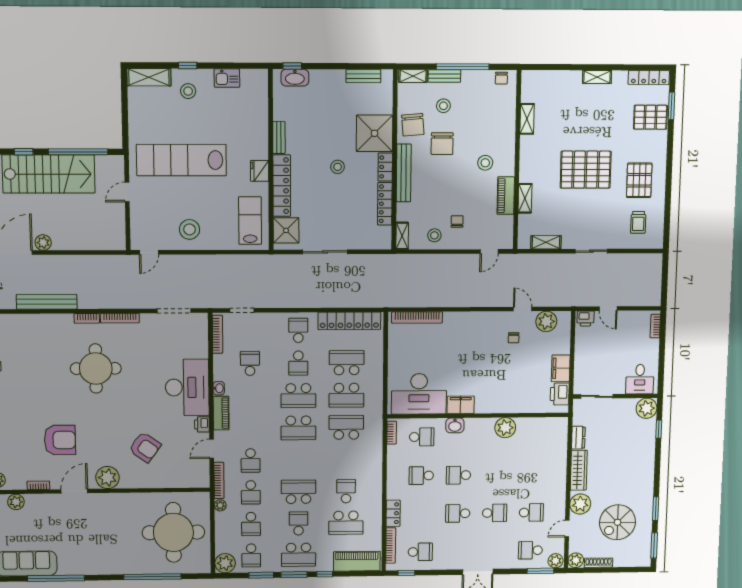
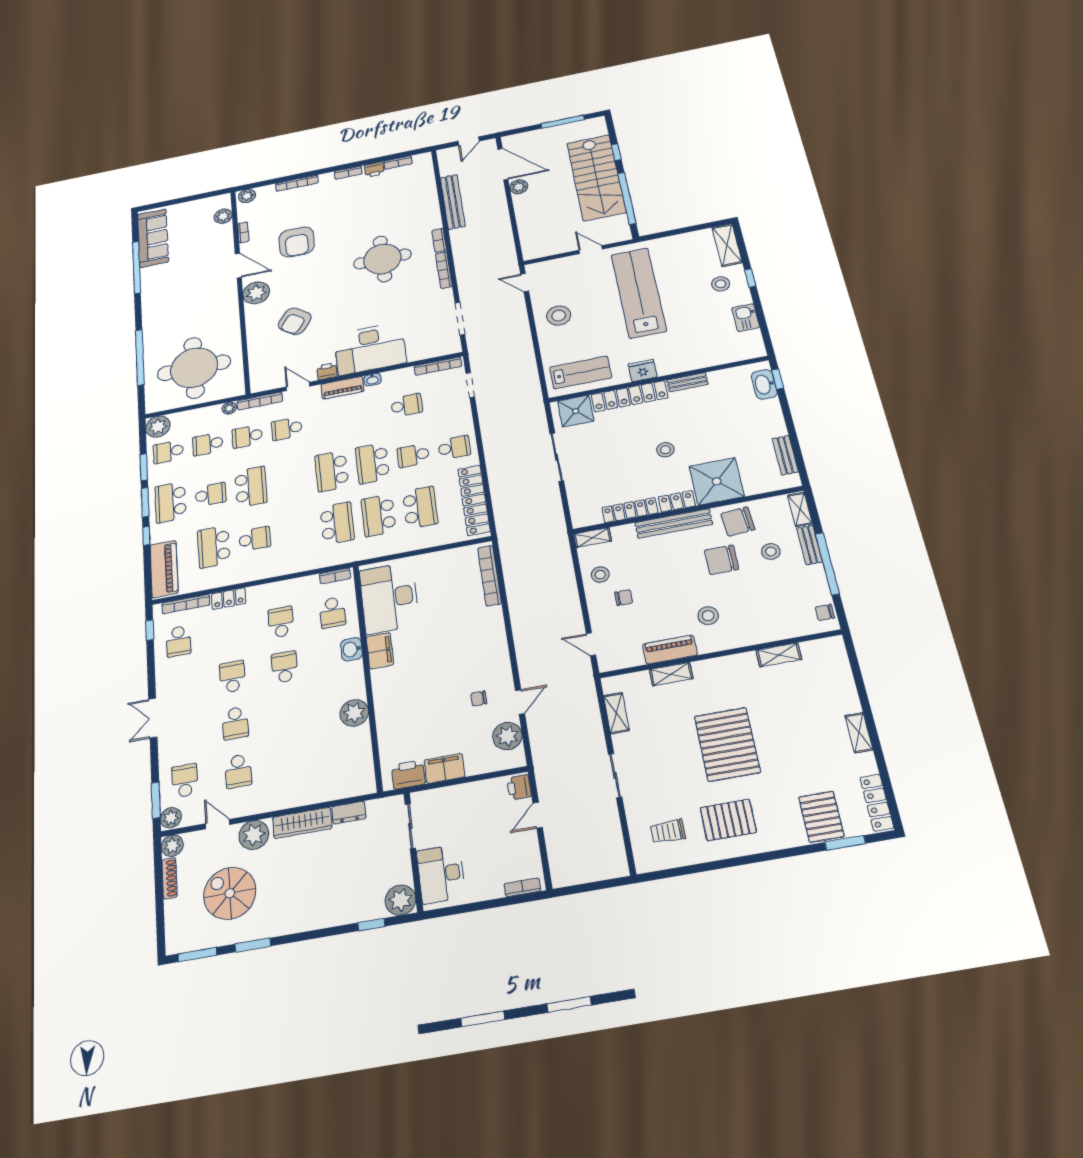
desk: (640, 379) -> (441, 874), width x1.37

